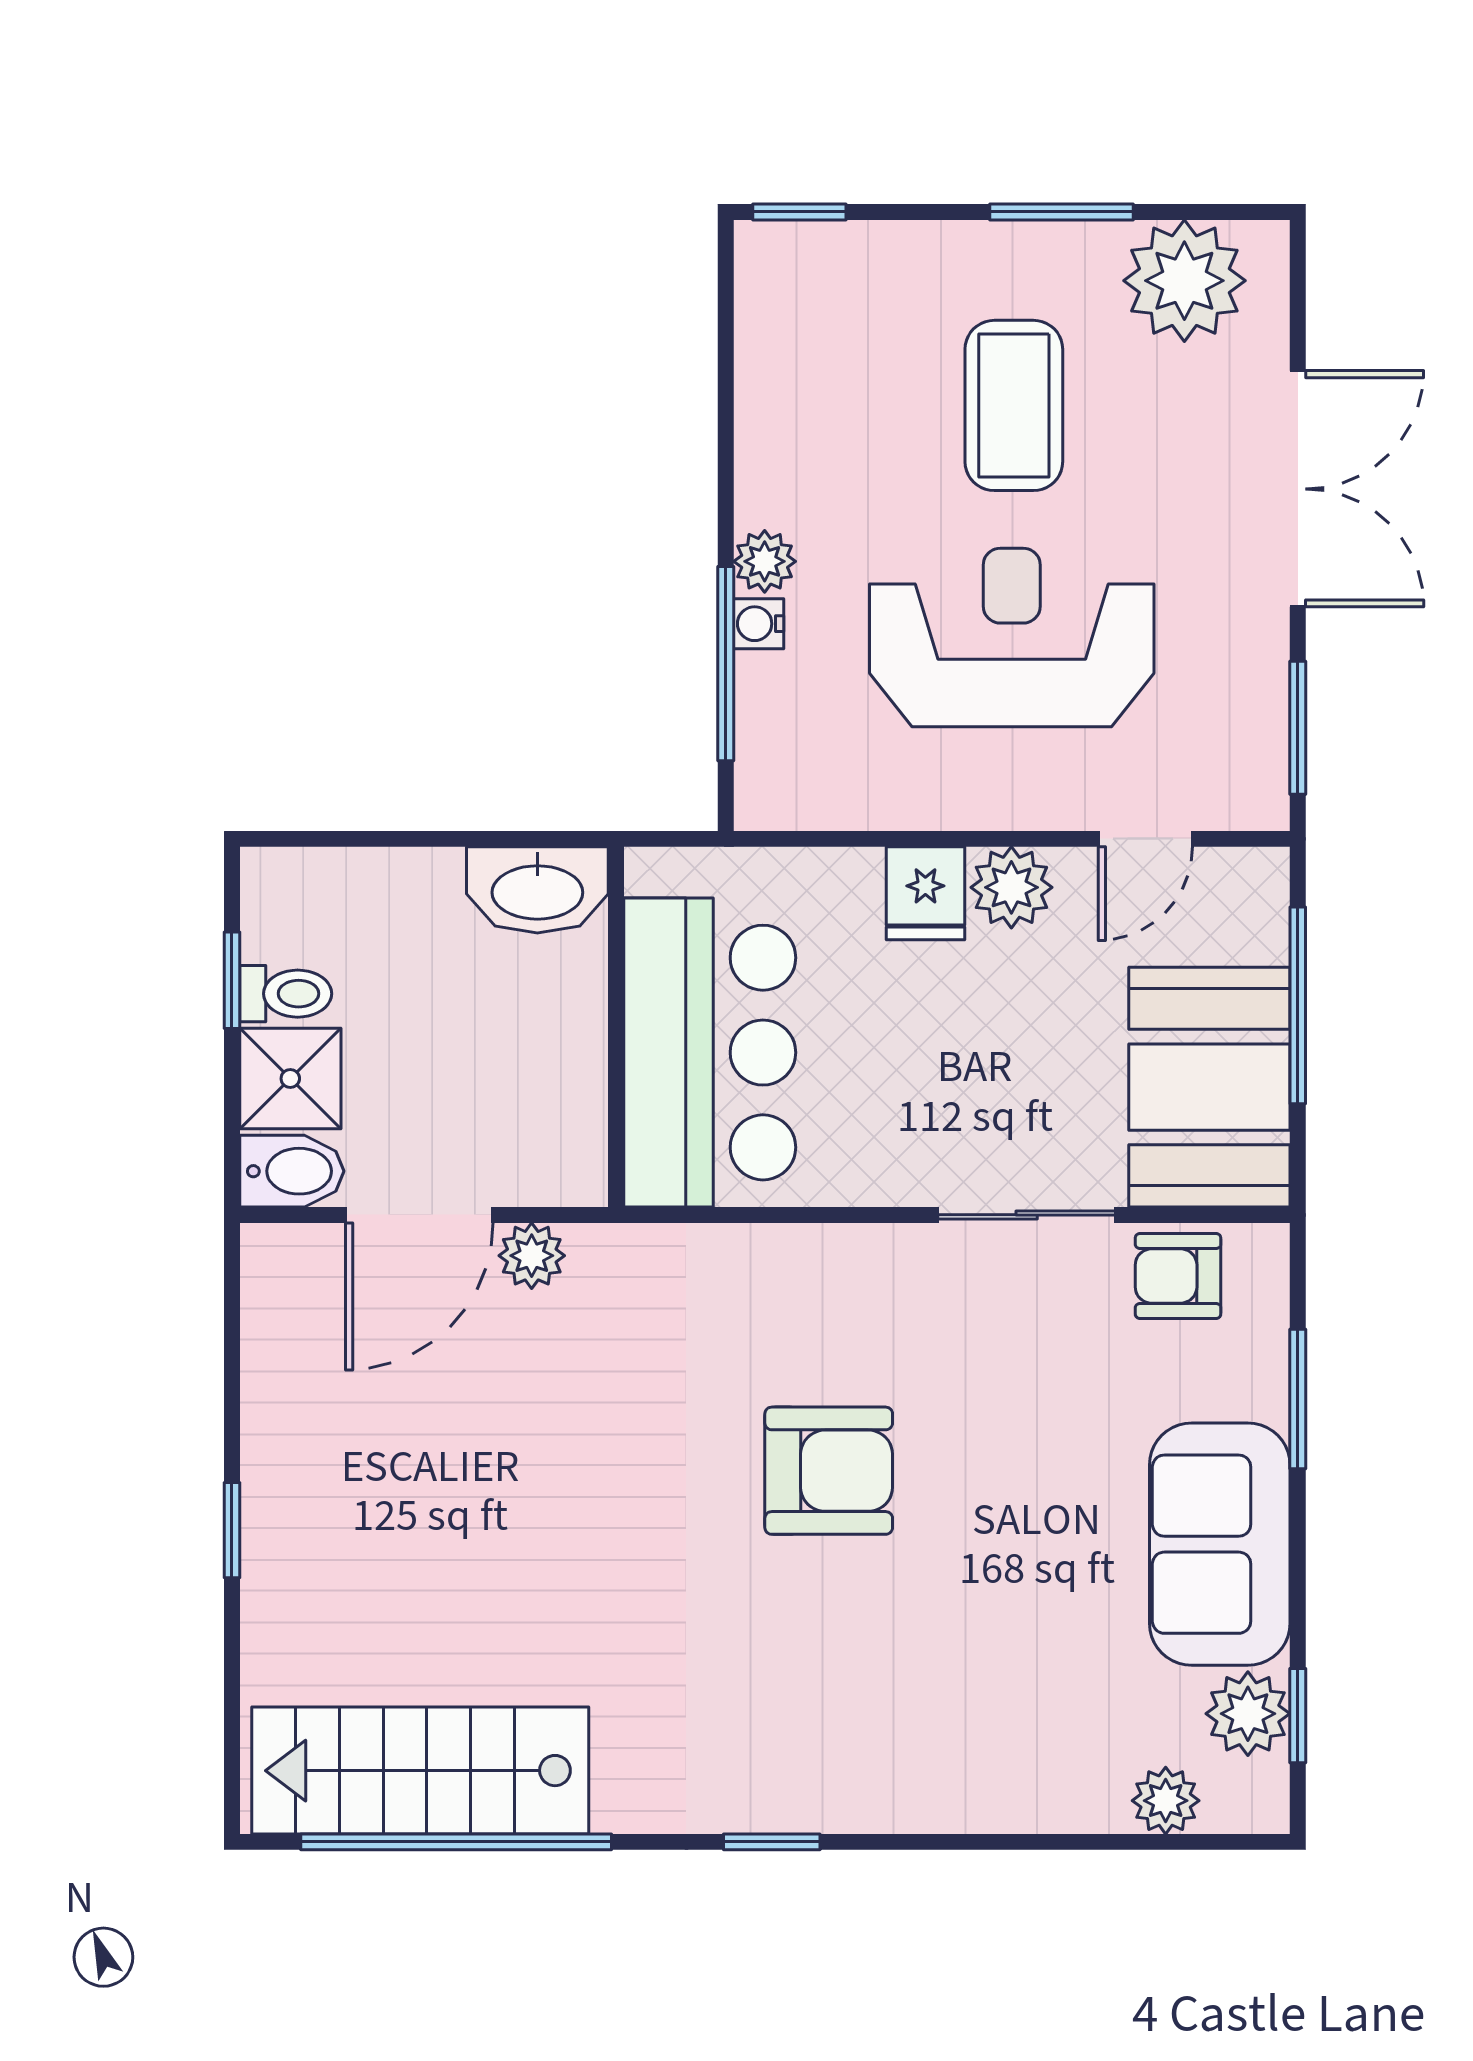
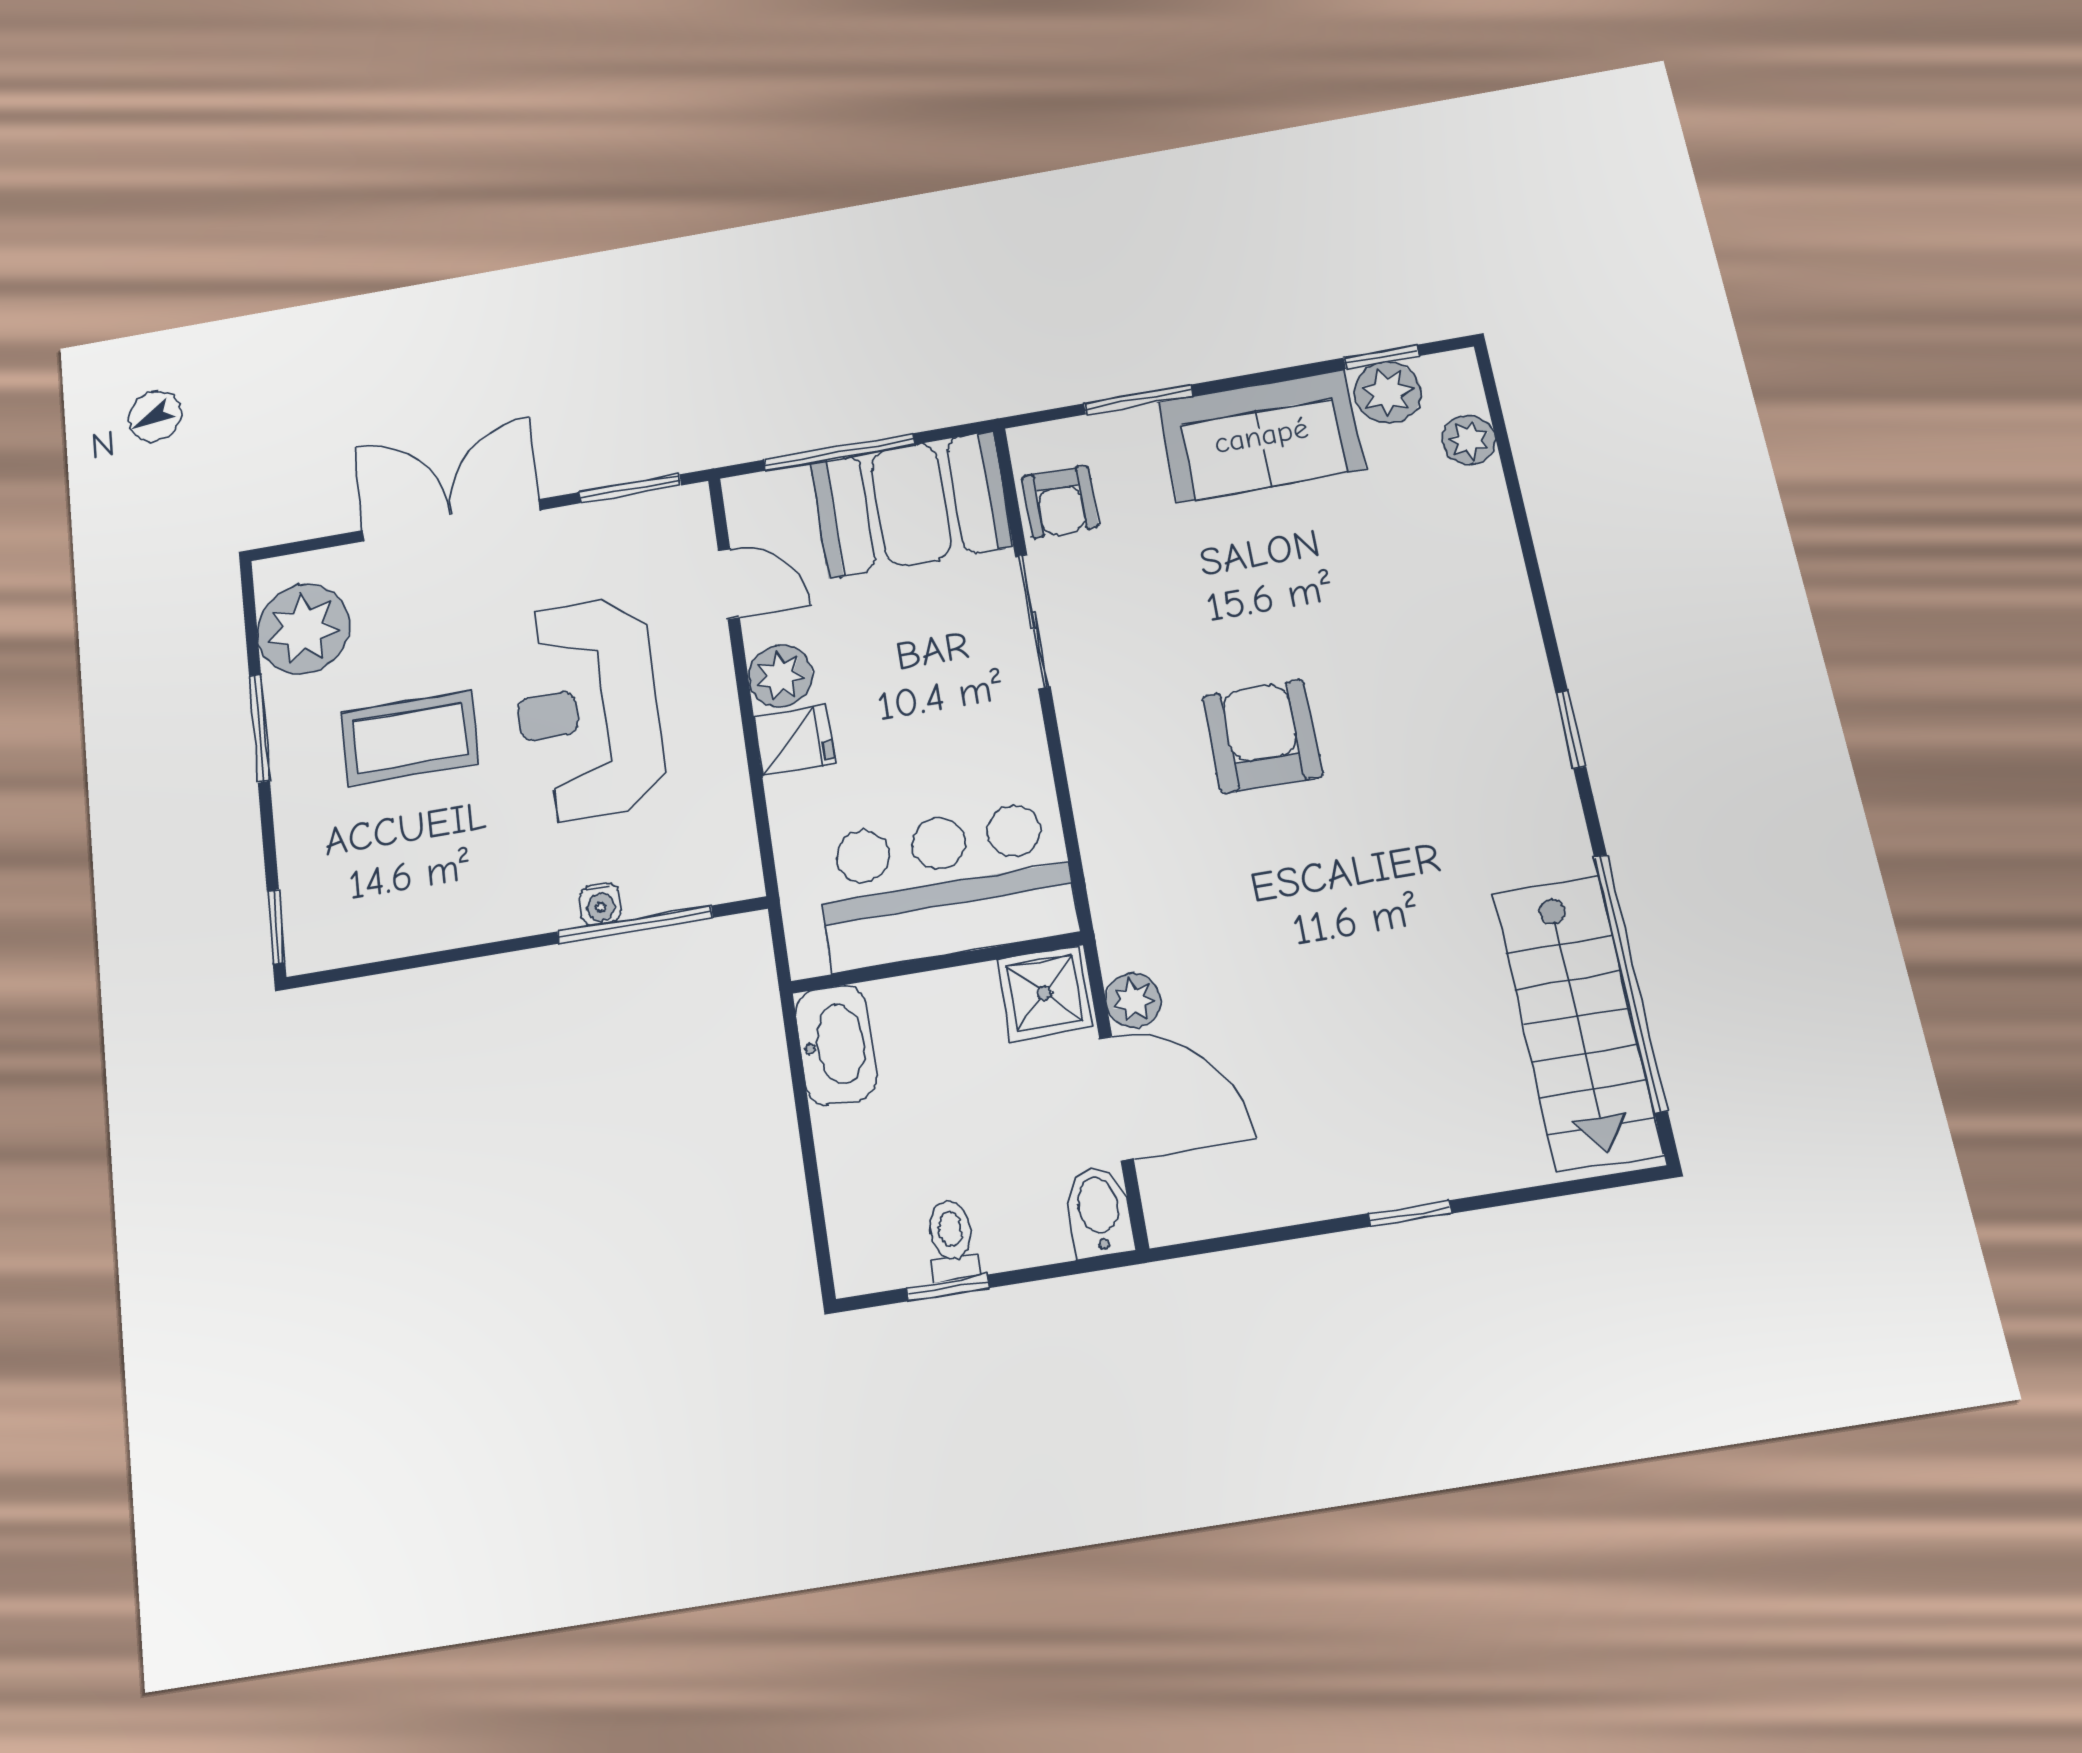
plant: (765, 561) -> (551, 908), removed
shower: (290, 1079) -> (1044, 993), moved

